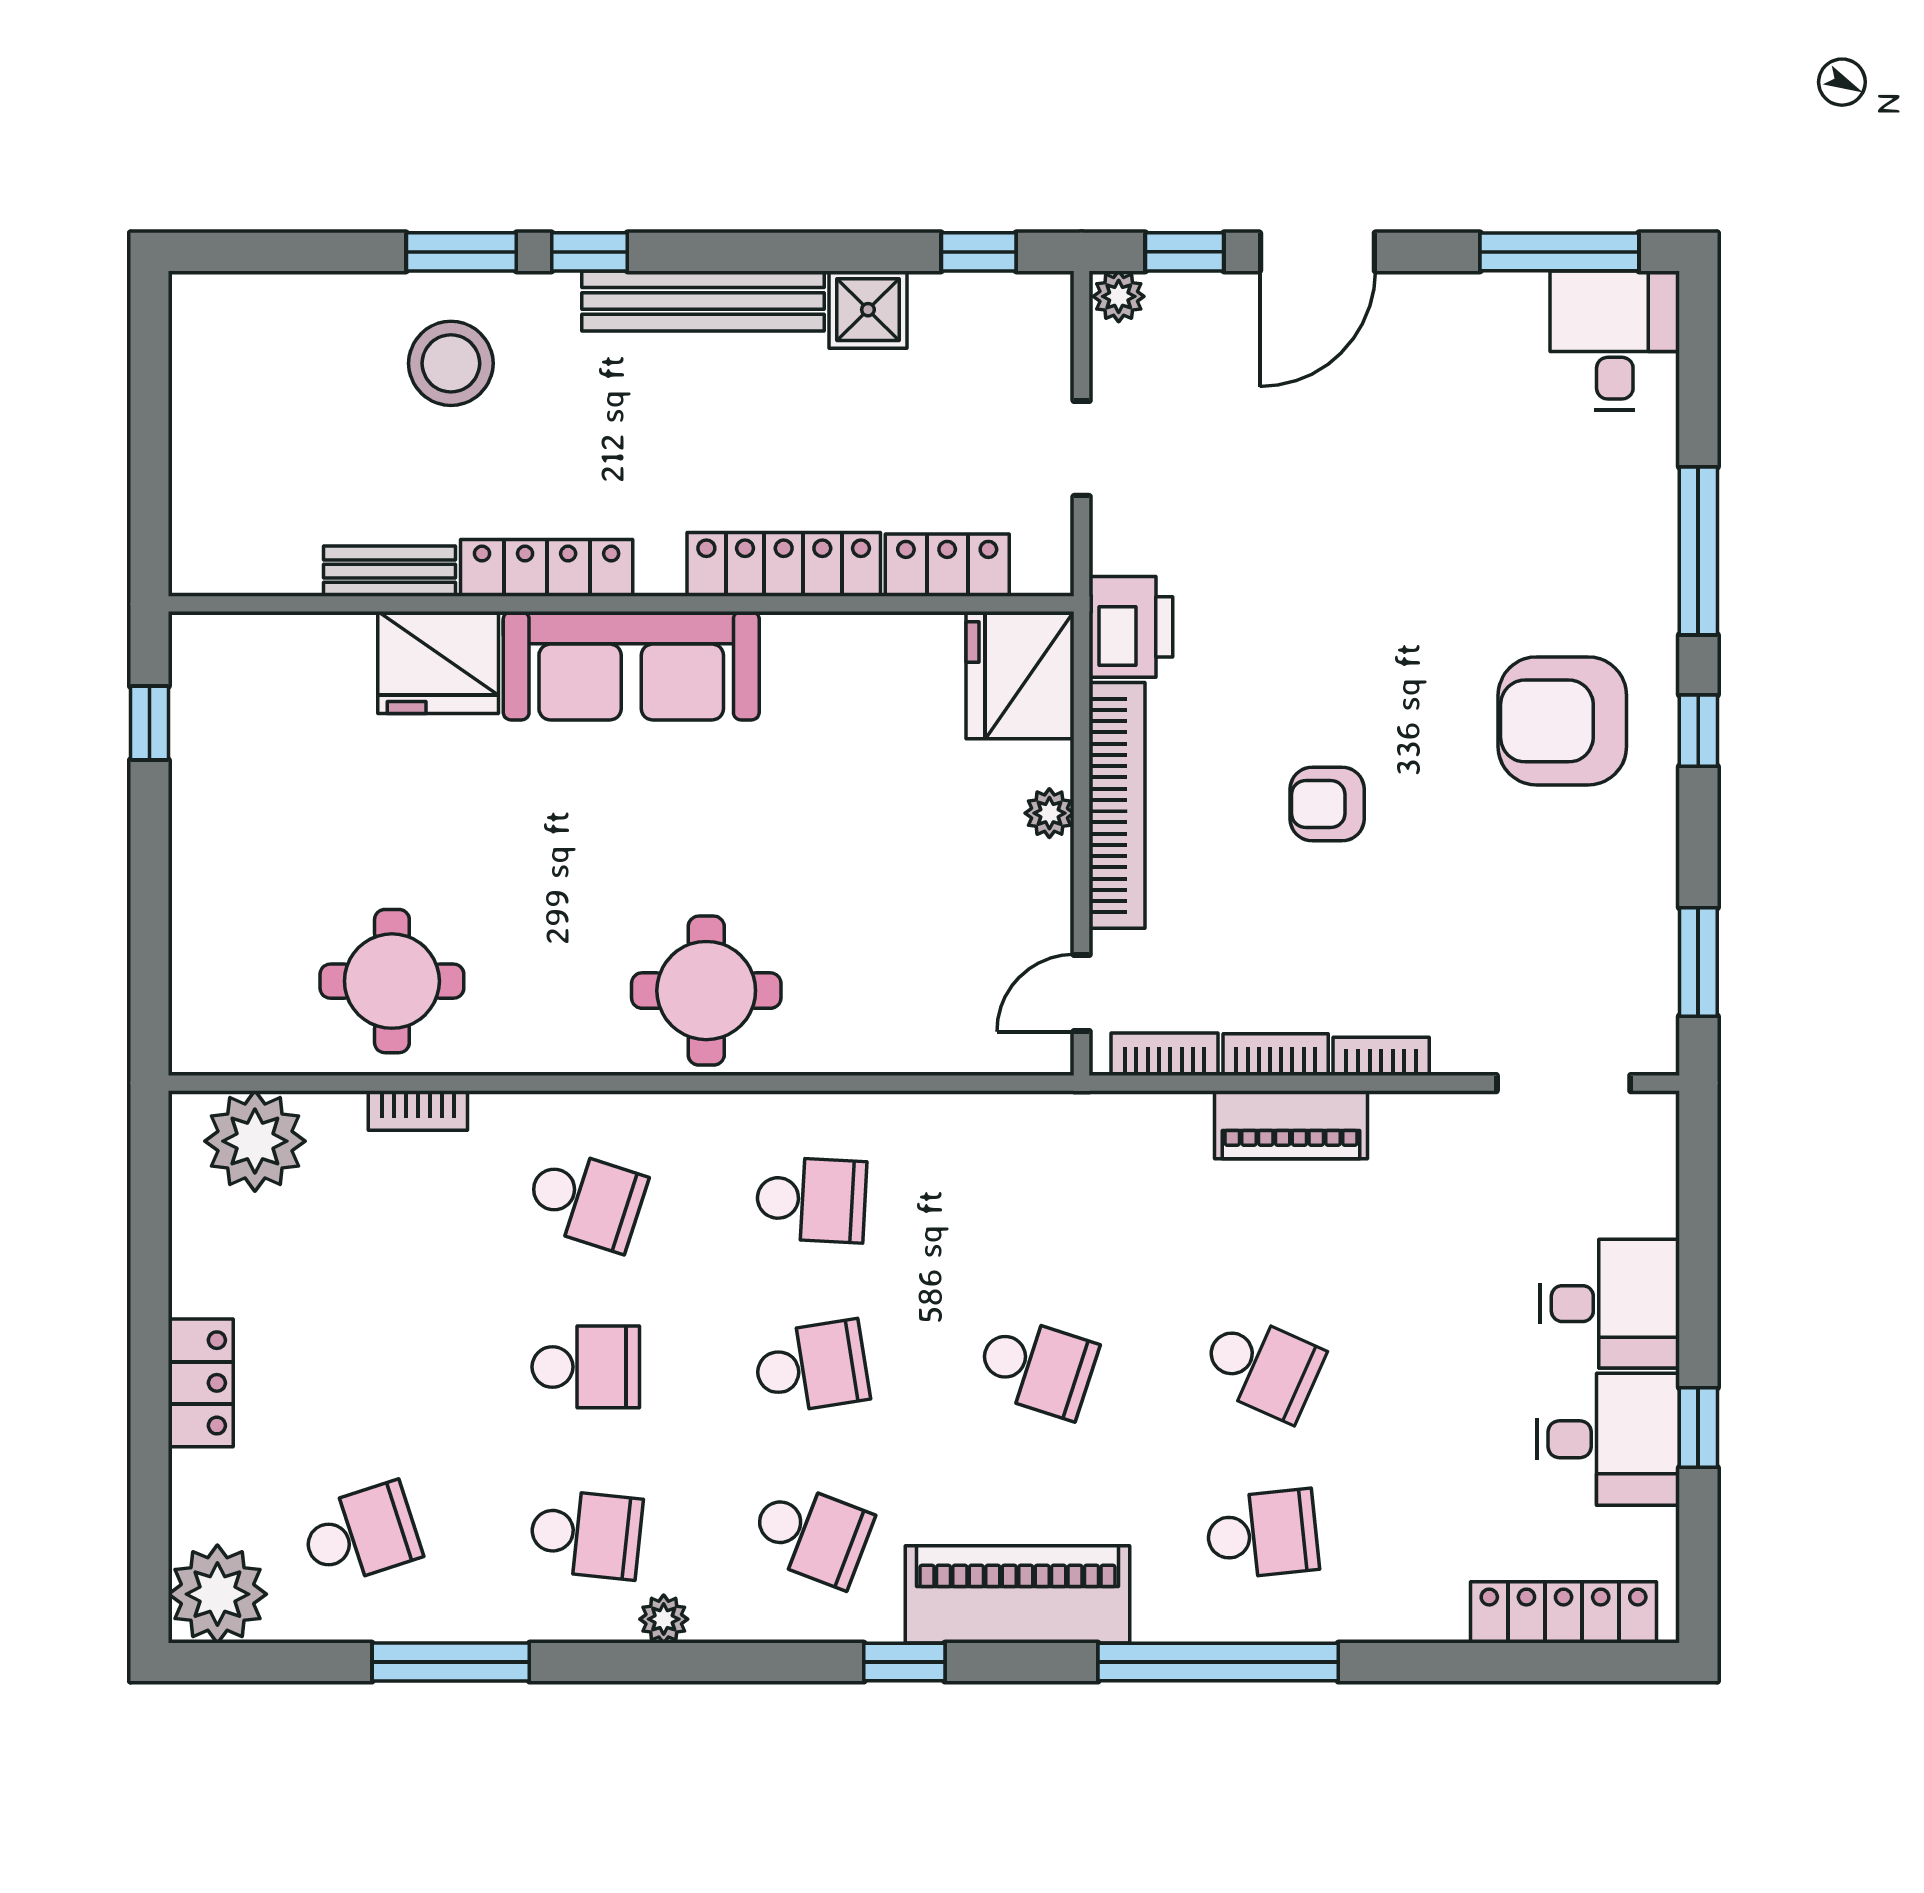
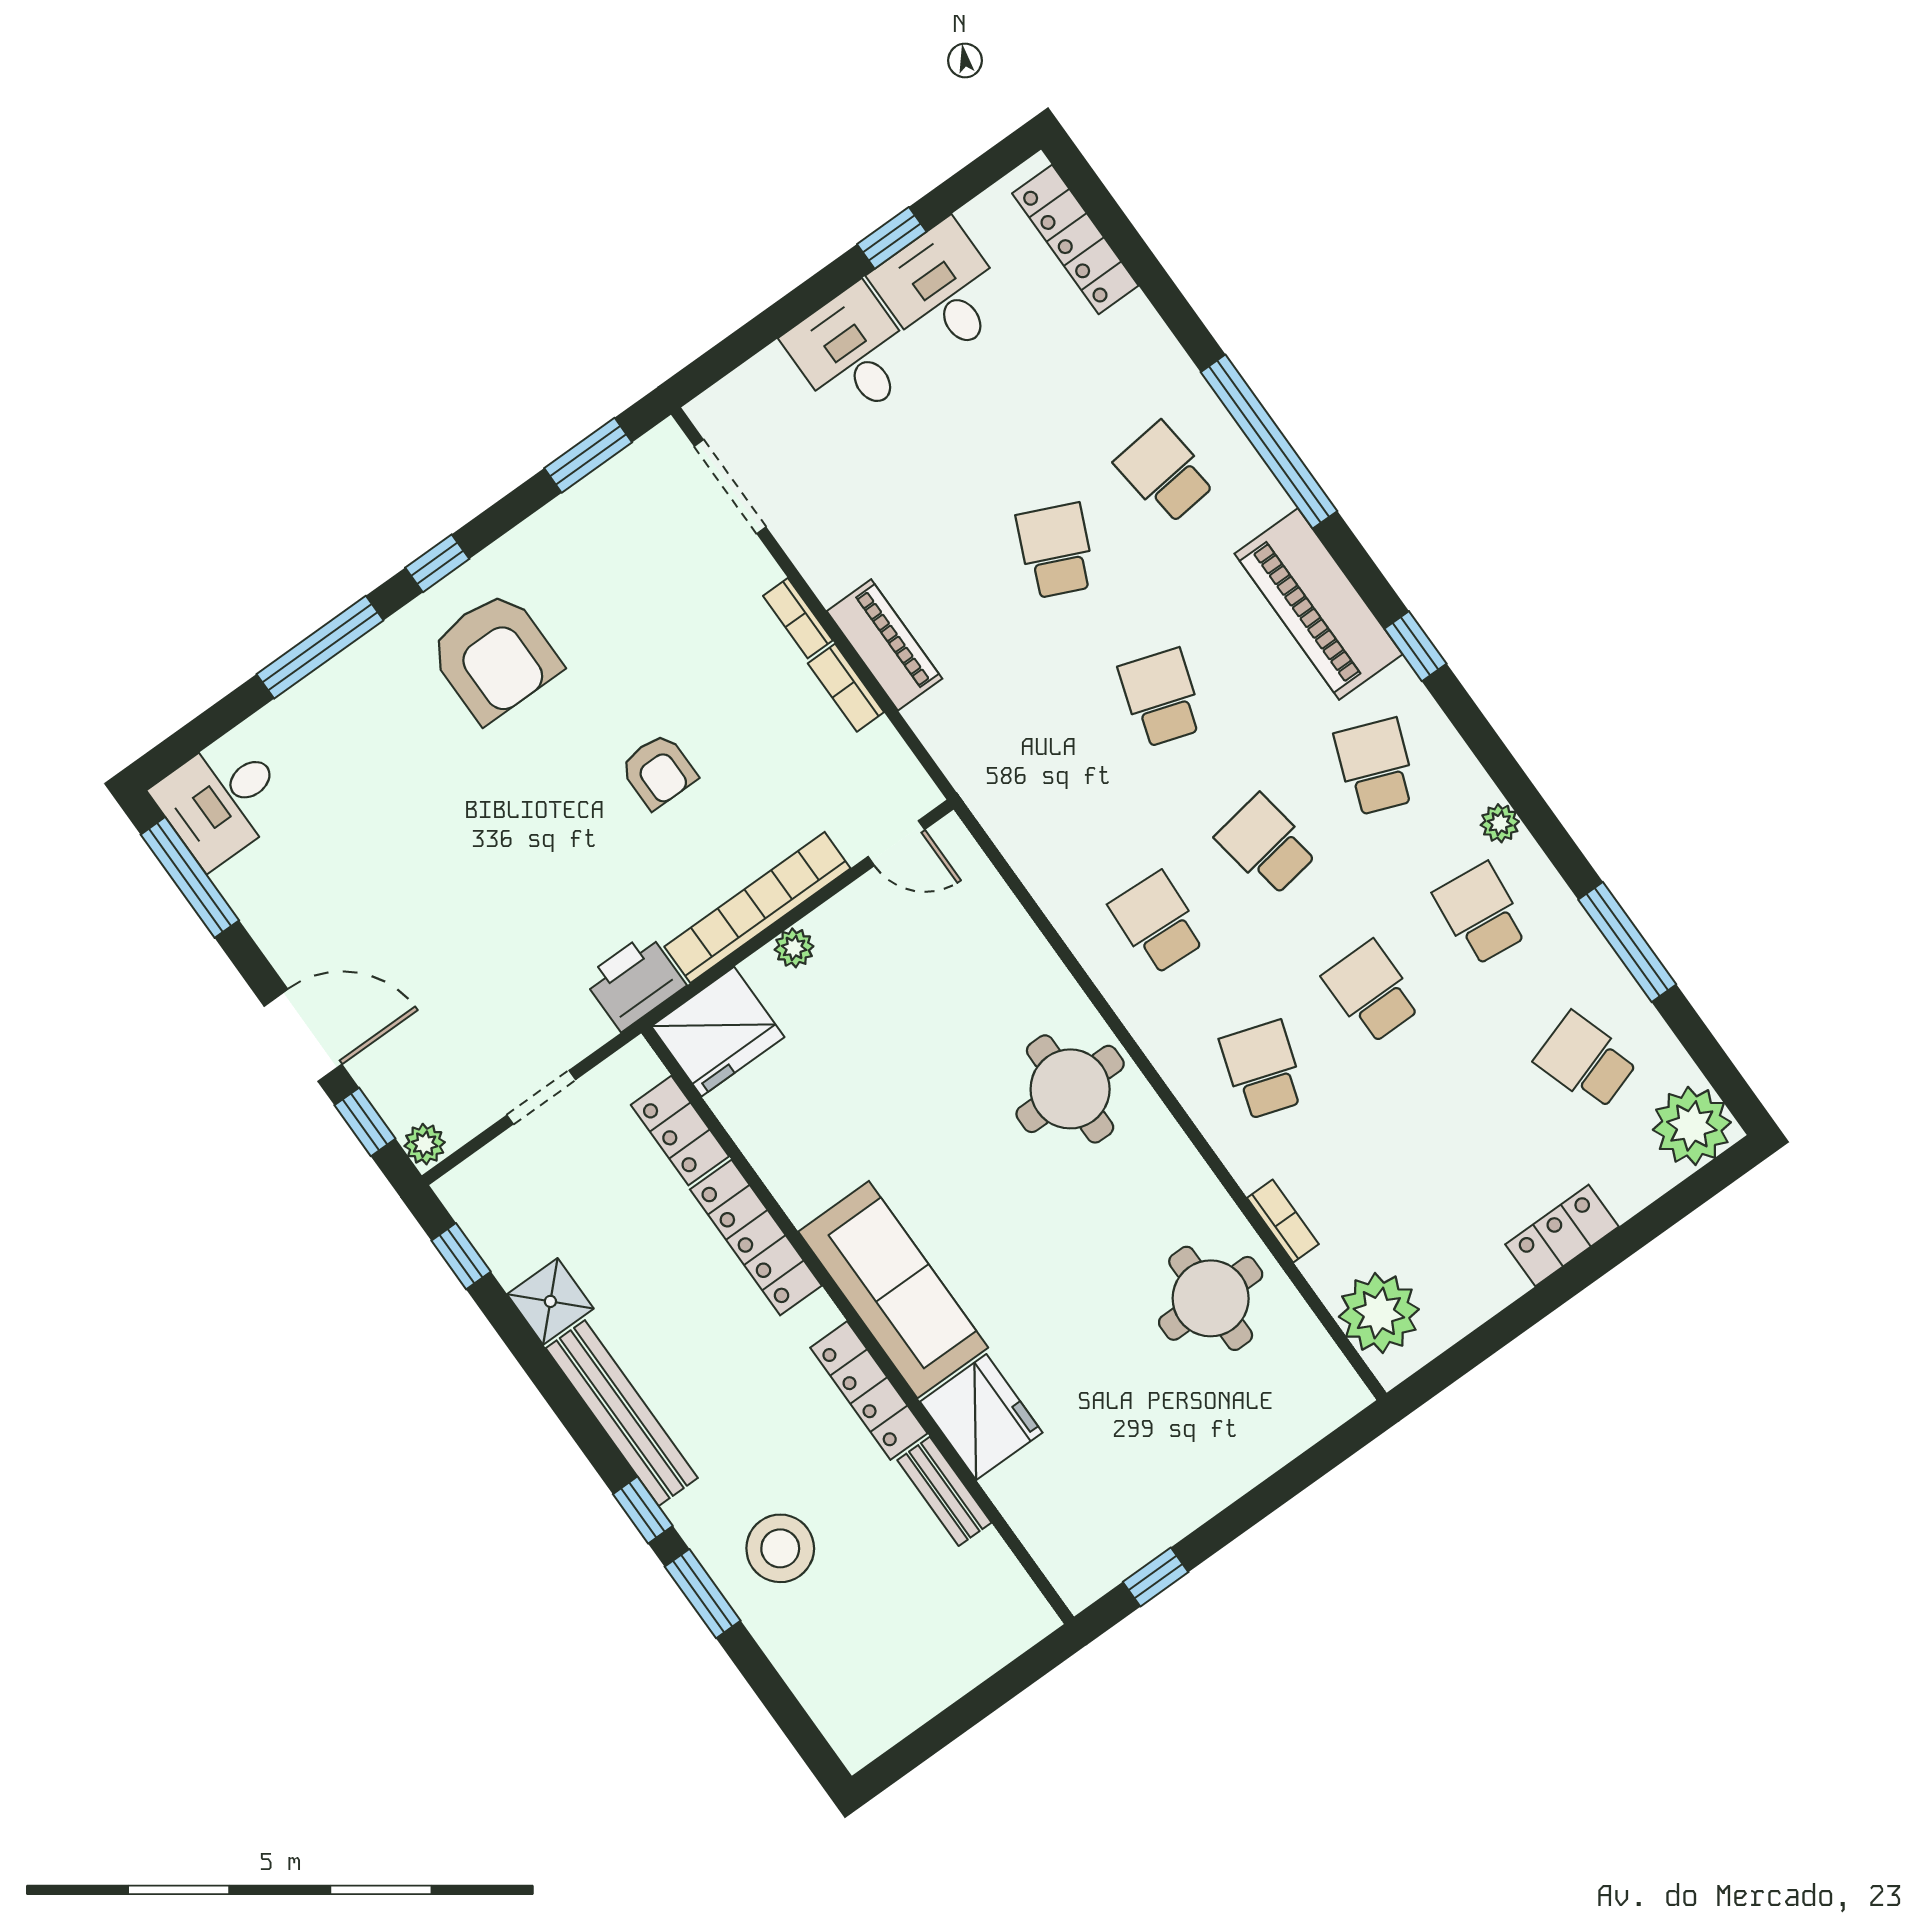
bookcase: (1165, 1054) -> (898, 760), removed

